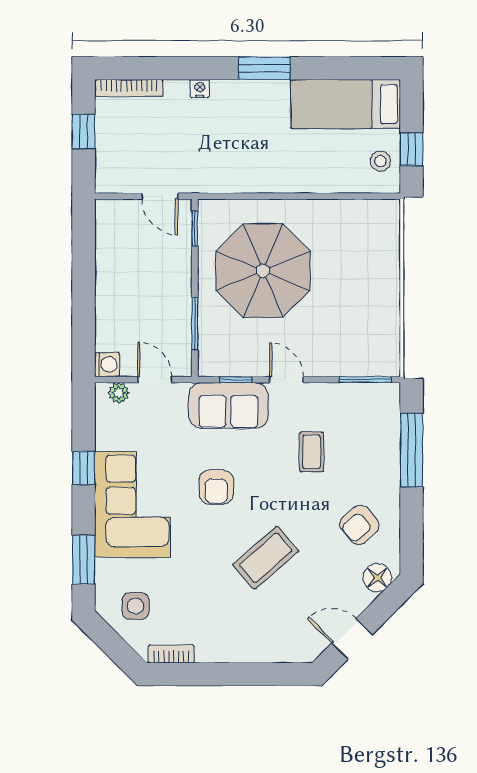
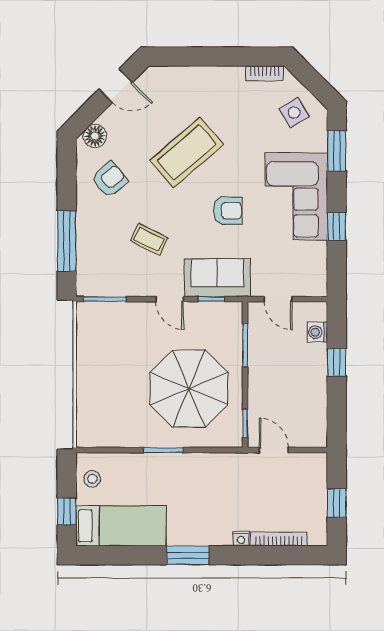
bookcase: (129, 88) -> (279, 539), moved
window: (412, 149) -> (67, 511), moved
window: (294, 196) -> (163, 450), added
window: (84, 303) -> (337, 362), added
washing machine: (107, 364) -> (317, 332), moved
plant: (119, 393) -> (308, 288), removed
coffee table: (312, 452) -> (149, 239), turned -64
armchair: (216, 487) -> (228, 211), turned 90
coffee table: (266, 558) -> (187, 152), width x1.36, depth x1.32
side table: (135, 606) -> (294, 113), turned -31

